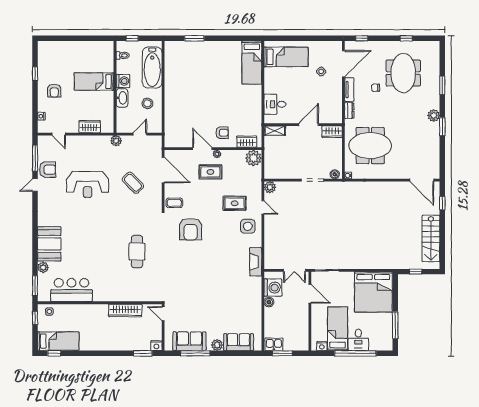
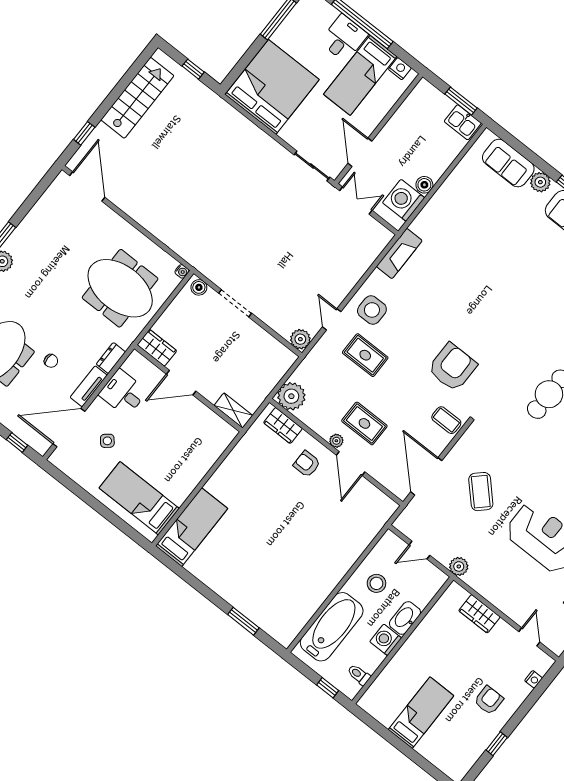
bed: (94, 82) -> (421, 713), moved, turned -90
desk: (275, 104) -> (123, 393), moved, turned 180

